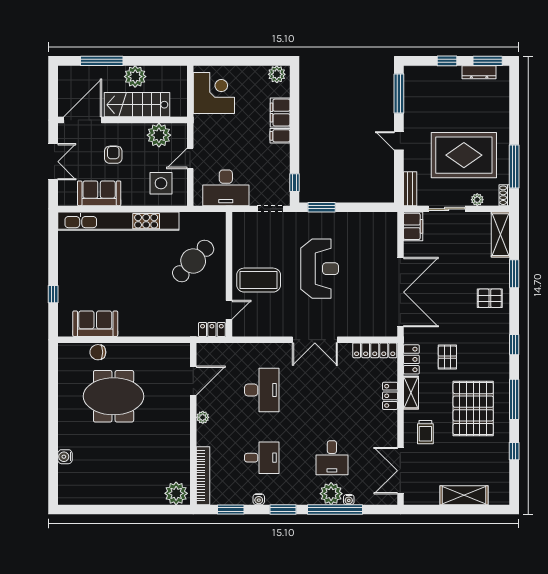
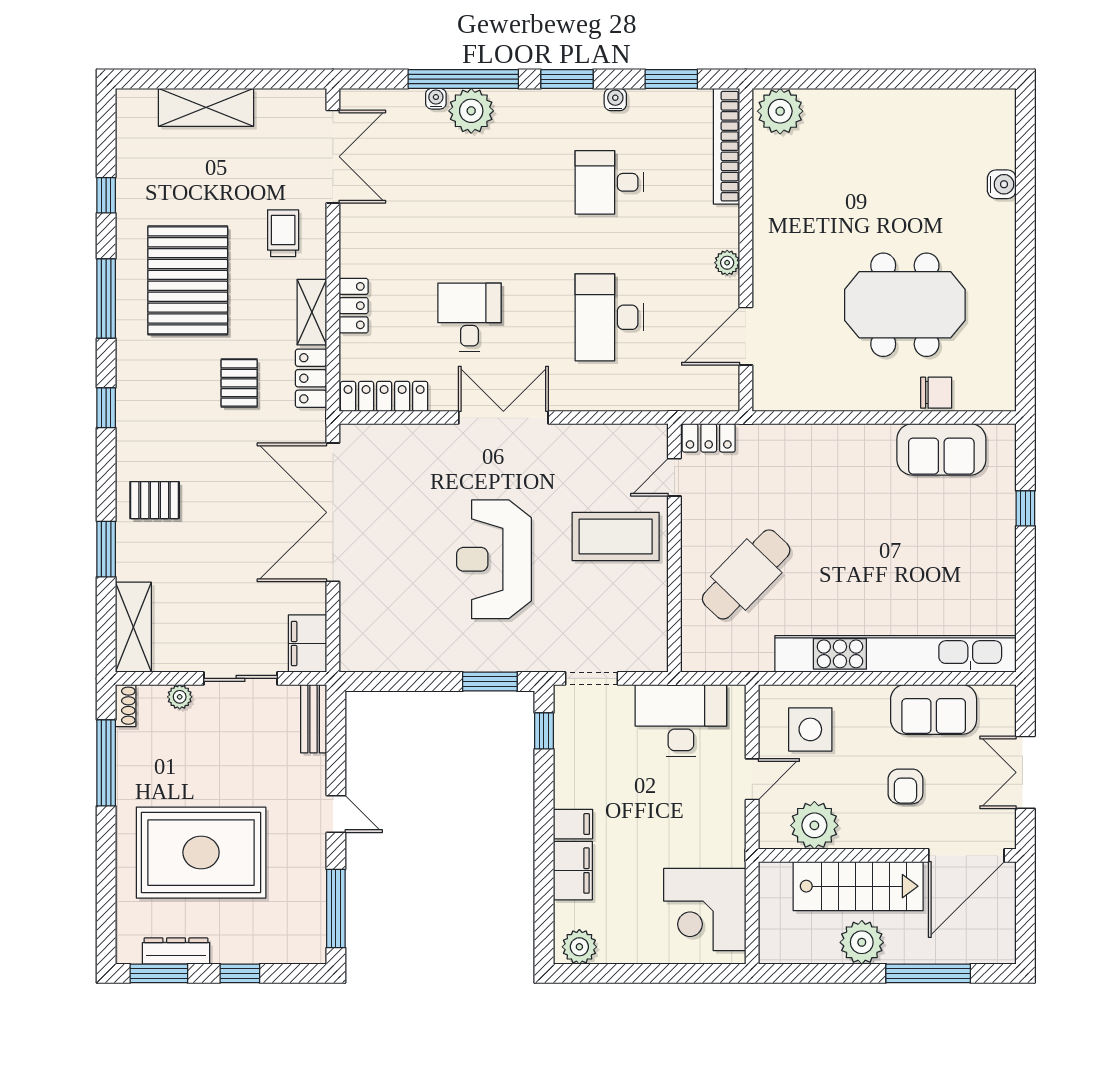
rug: (464, 155) -> (201, 853), moved
desk: (332, 458) -> (469, 317), moved

